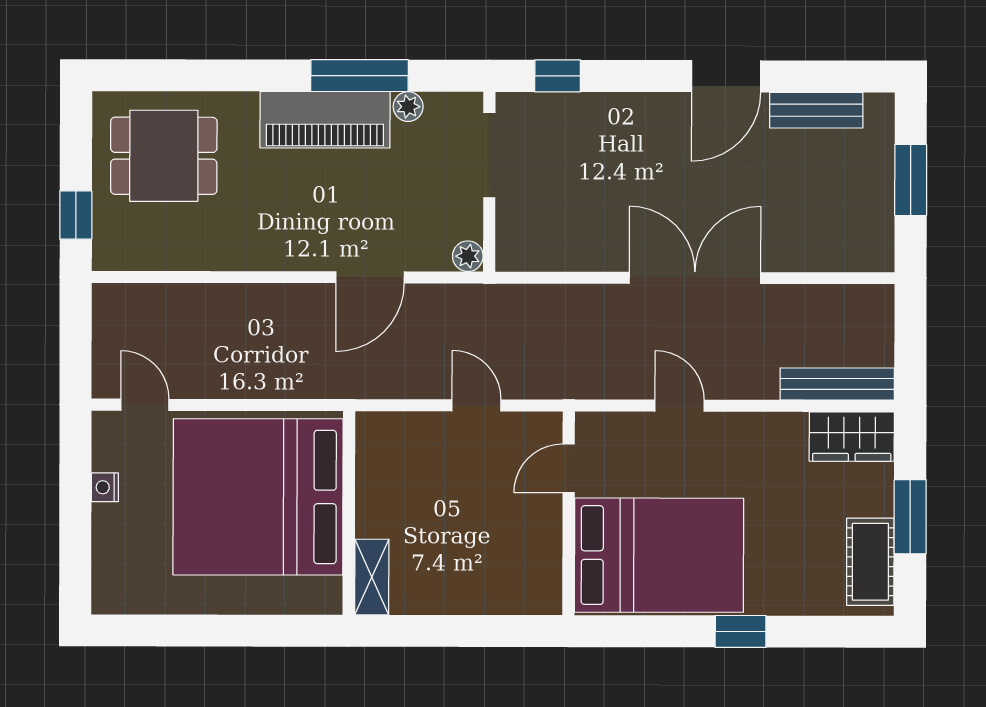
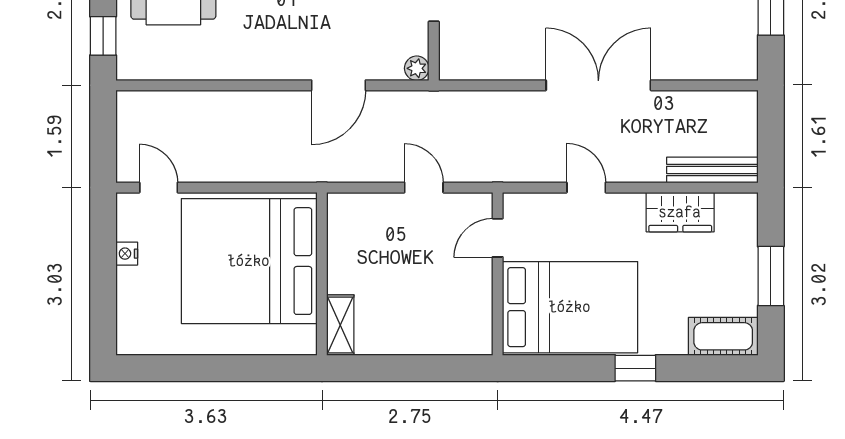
wardrobe: (852, 437) -> (680, 212), moved
cot: (870, 562) -> (723, 336), moved, turned 90

